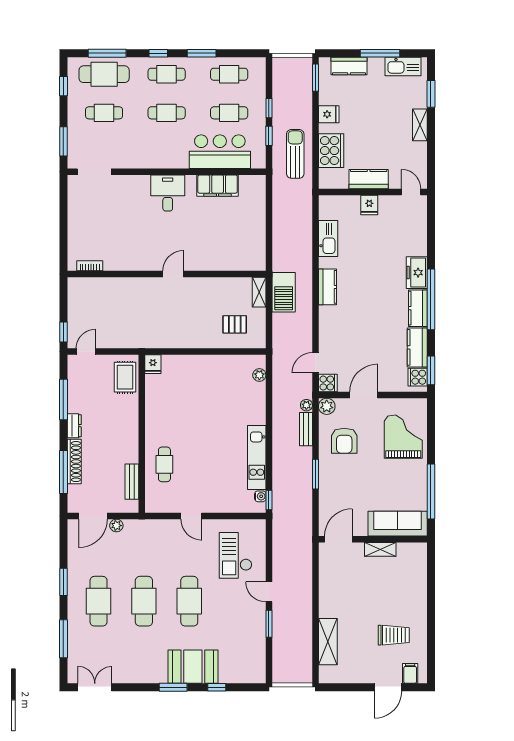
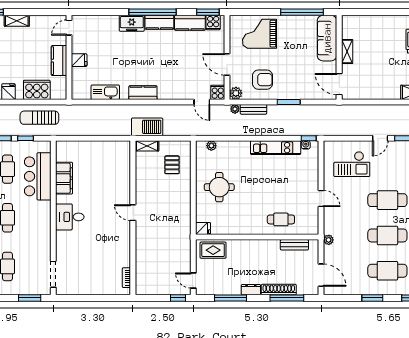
round table: (206, 385) -> (219, 187), added
door: (191, 516) -> (321, 199), hinge flipped
plant: (116, 526) -> (329, 240), moved

